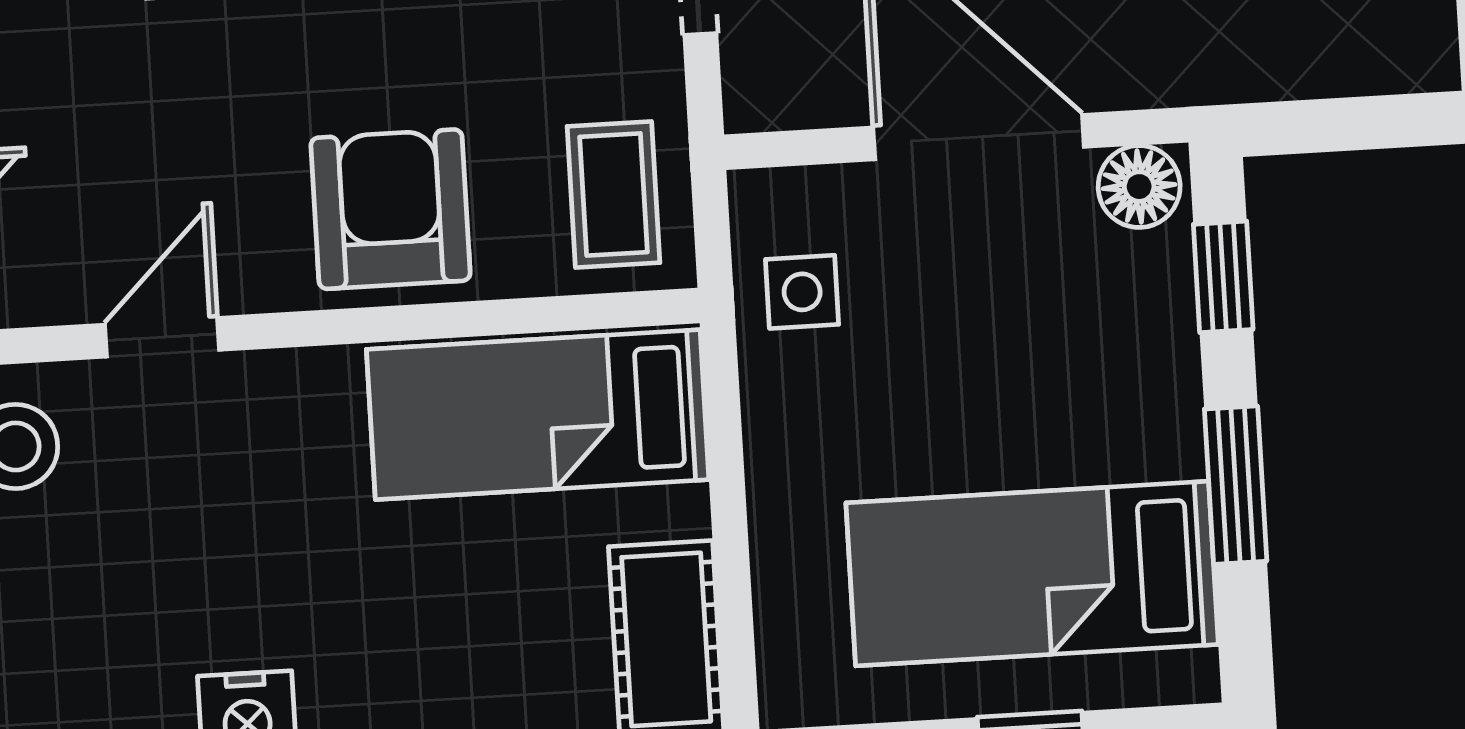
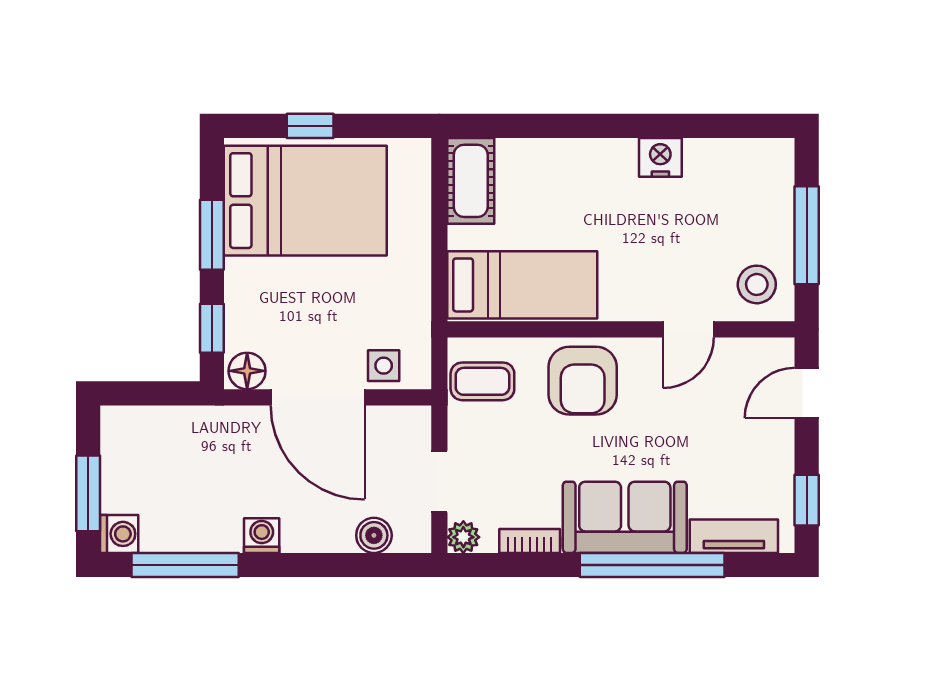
coffee table: (614, 195) -> (482, 381), turned 90
side table: (802, 292) -> (384, 366), moved
bed: (1032, 574) -> (305, 201), width x1.50

